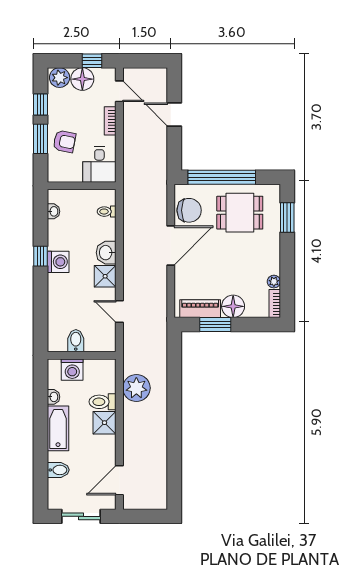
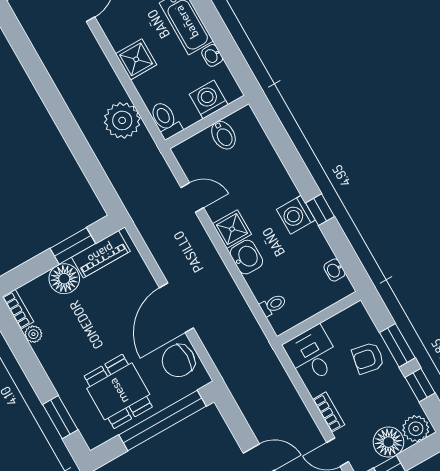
dining table: (240, 213) -> (118, 391), turned 90
toilet: (103, 402) -> (166, 120), moved, turned -90

